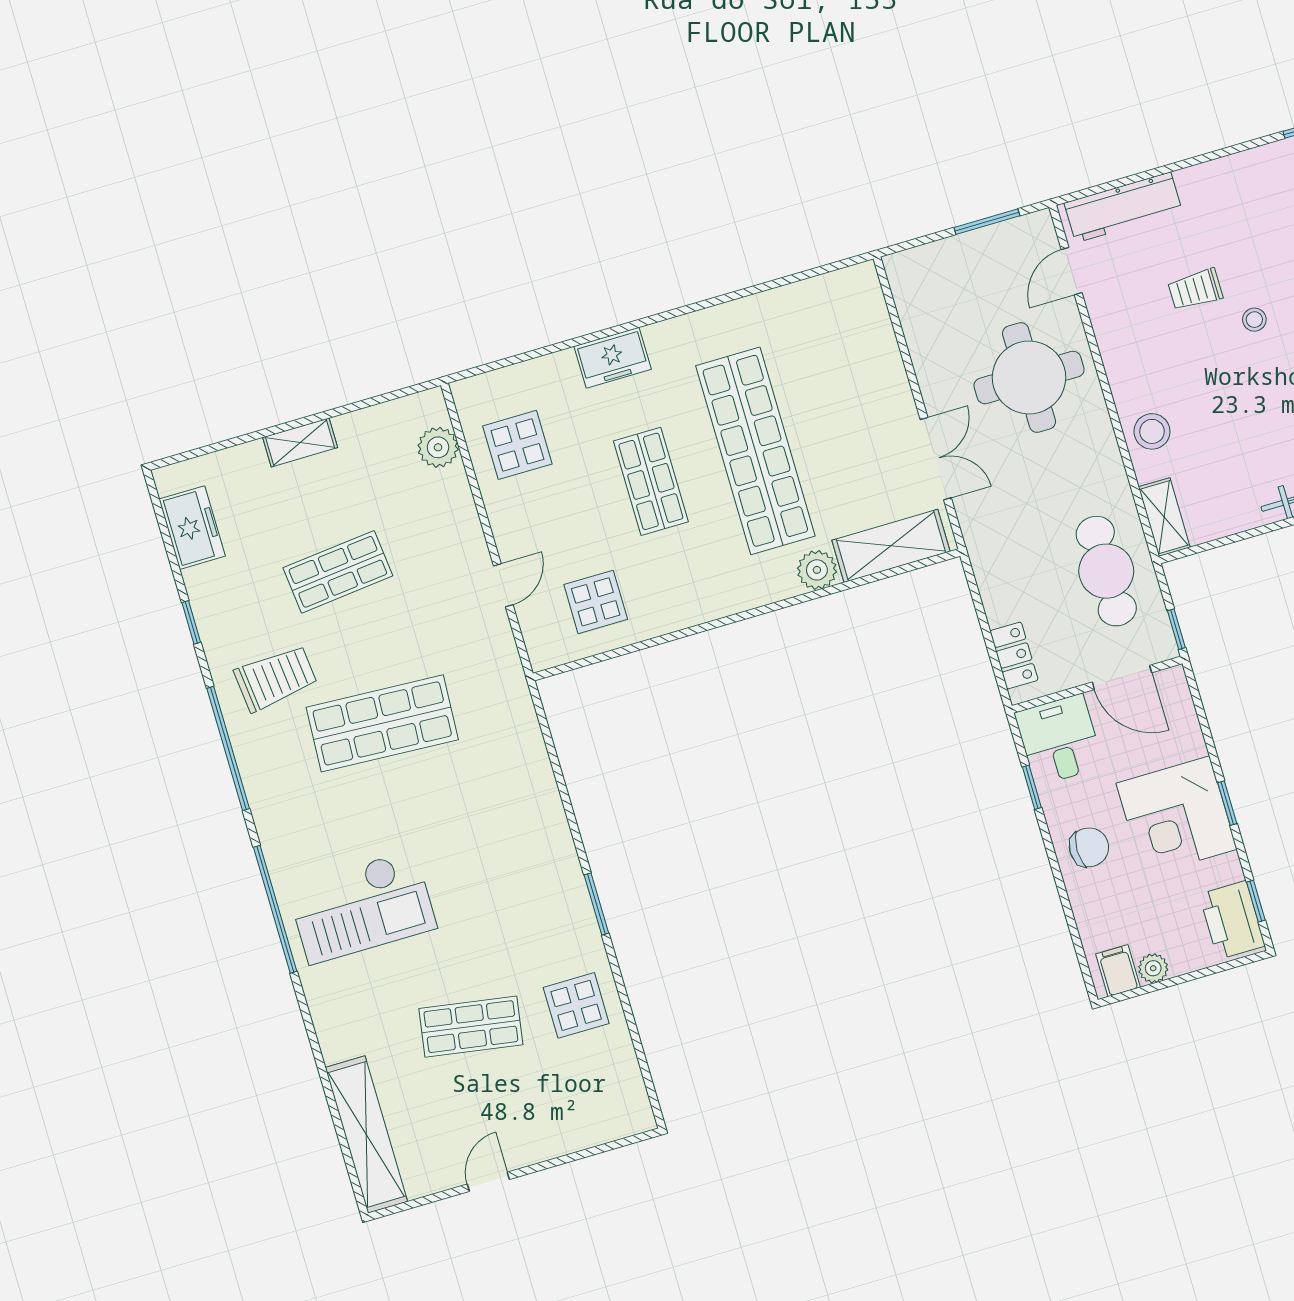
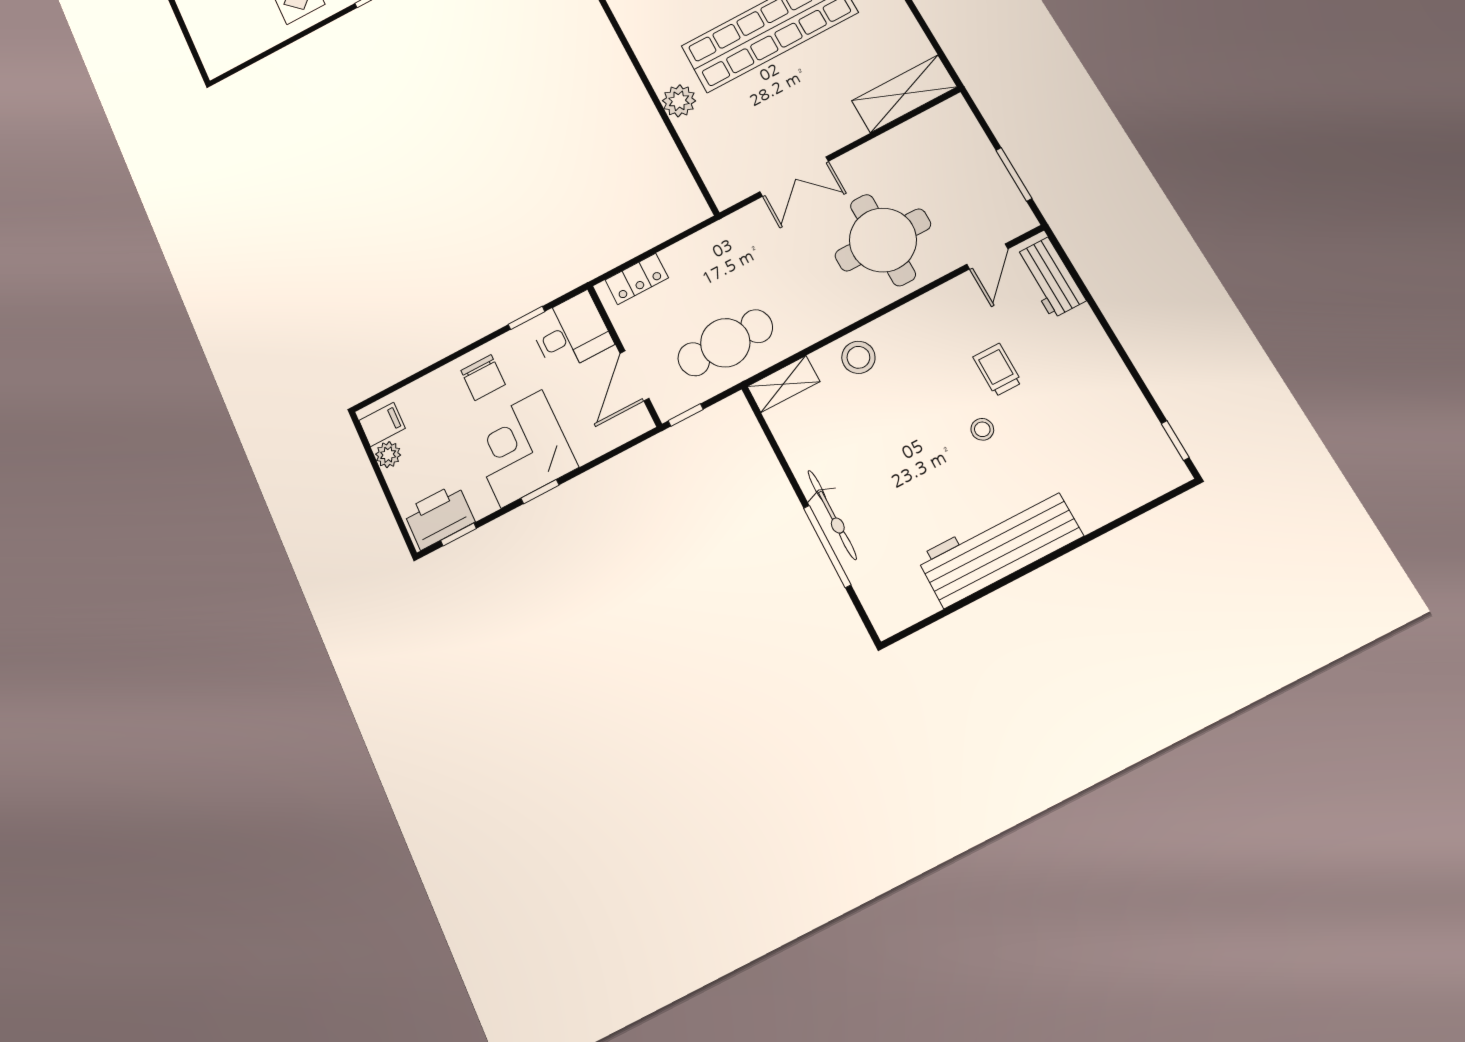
workbench: (1123, 207) -> (1050, 278), width x0.73
door: (1072, 271) -> (987, 257), swing flipped
shelving: (891, 546) -> (904, 94), moved, turned 90

